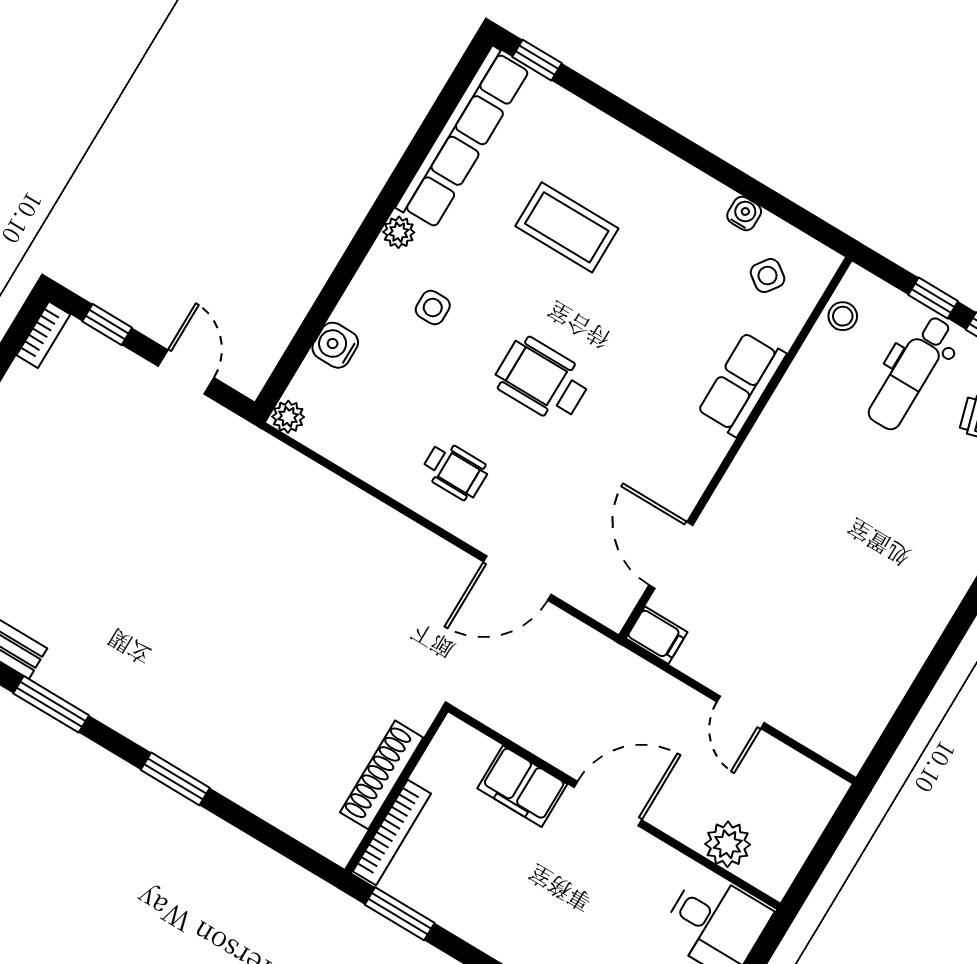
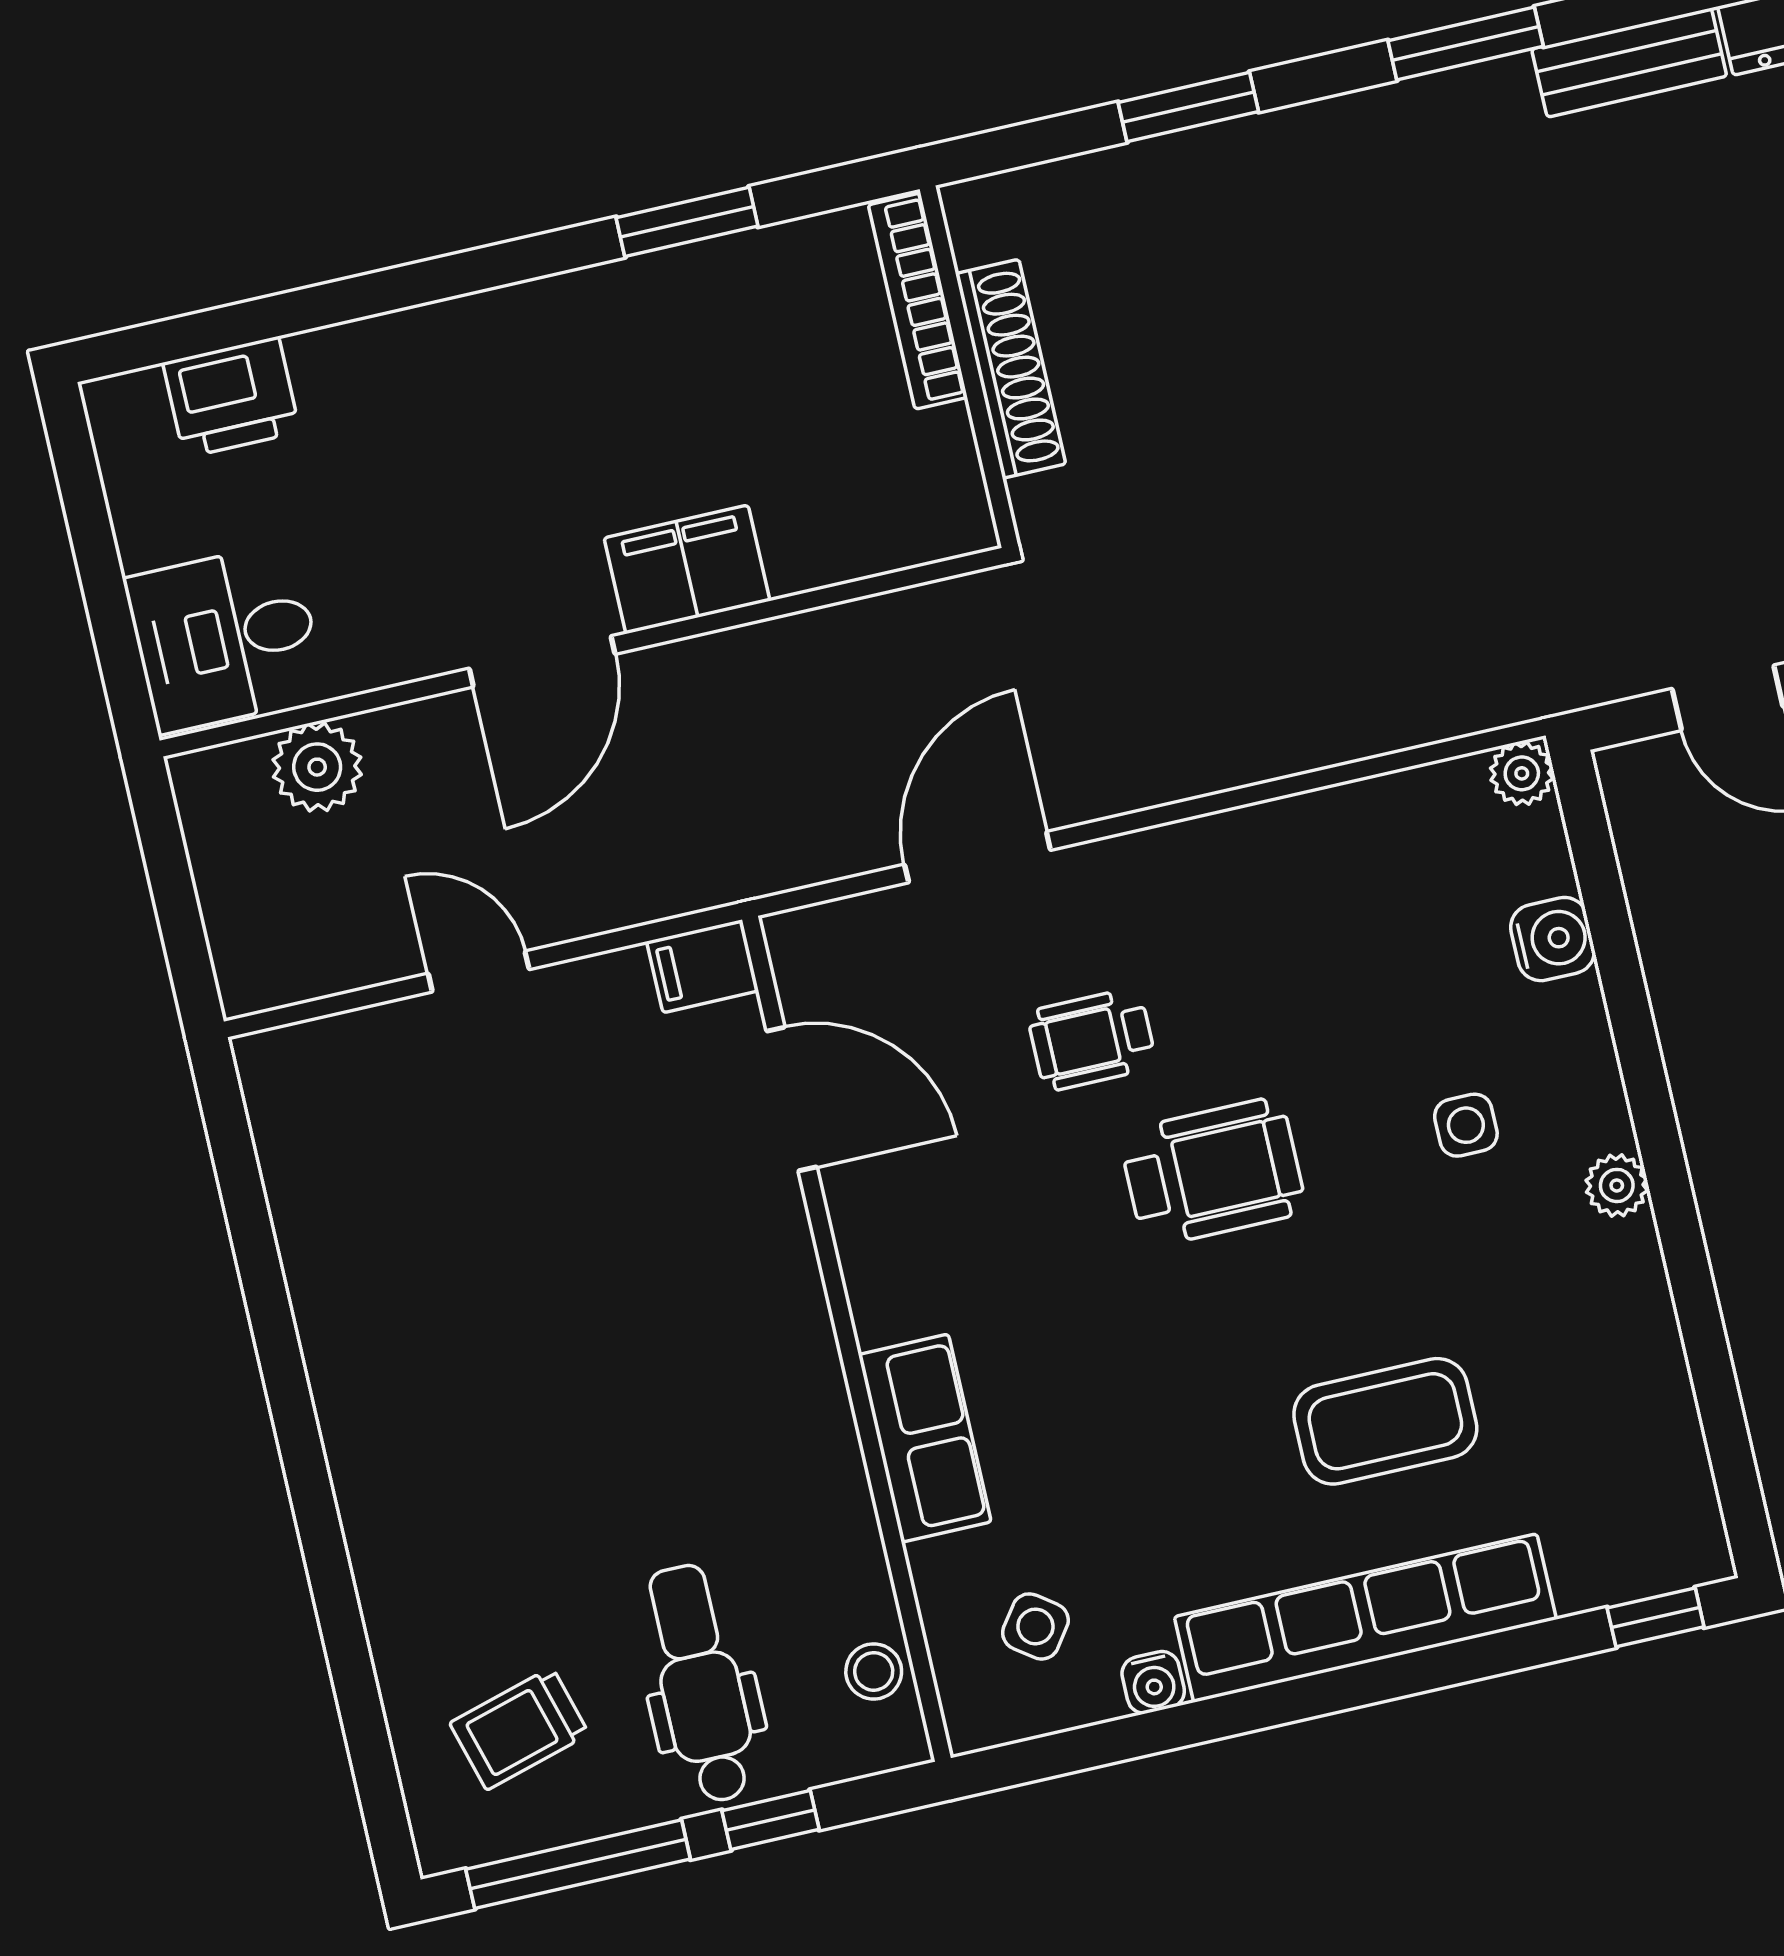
row of seats: (463, 138) -> (1365, 1618), moved, turned 90
wheelchair: (455, 471) -> (1092, 1039), moved
shoe rack: (382, 775) -> (1011, 369), moved
wall: (396, 791) -> (969, 367), moved
bookcase: (392, 833) -> (918, 301), moved

